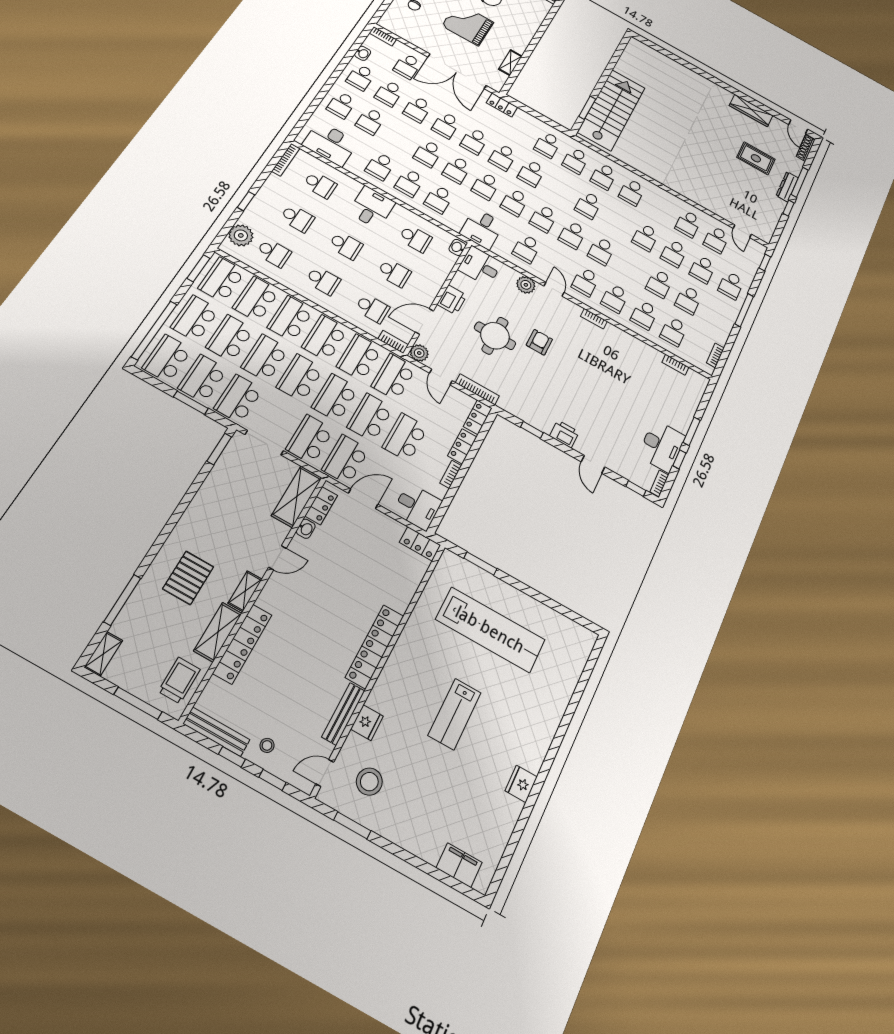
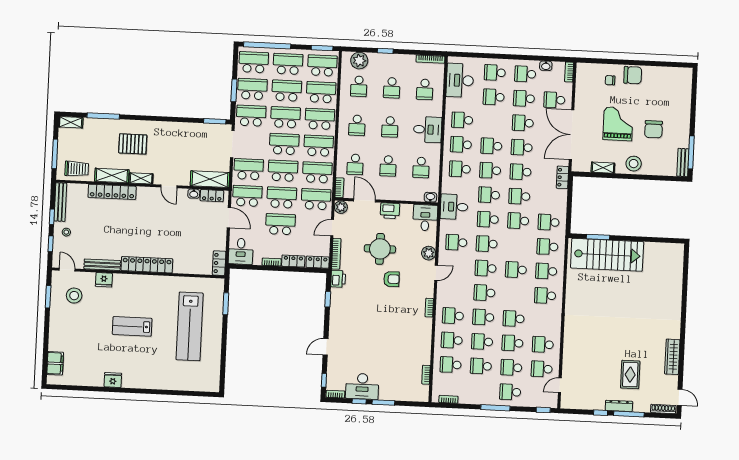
stool: (520, 34) -> (634, 164), added
door: (798, 127) -> (680, 397), swing flipped
school desk: (585, 282) -> (483, 317), moved
printer: (564, 434) -> (338, 279), moved

